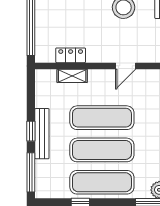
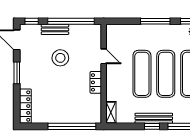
locker: (71, 55) -> (96, 82), moved
shelving: (72, 76) -> (111, 112), moved

